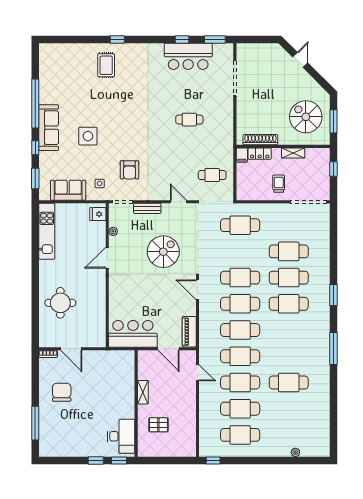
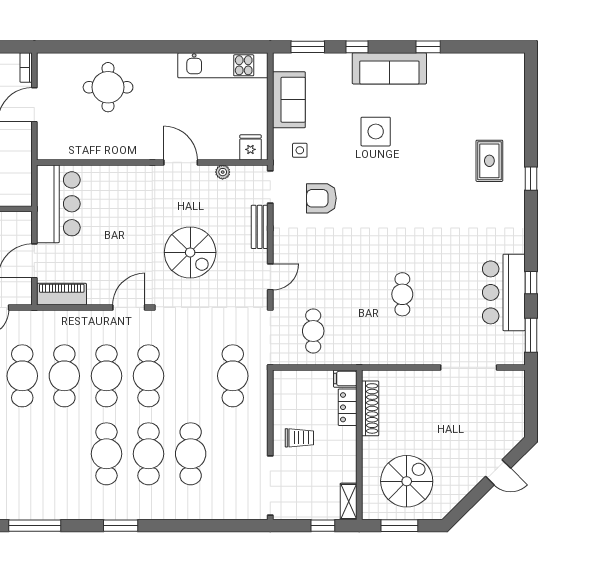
rug: (106, 65) -> (489, 161), turned 90
window: (35, 103) -> (428, 47), width x0.32
shelving: (293, 153) -> (349, 502), moved

